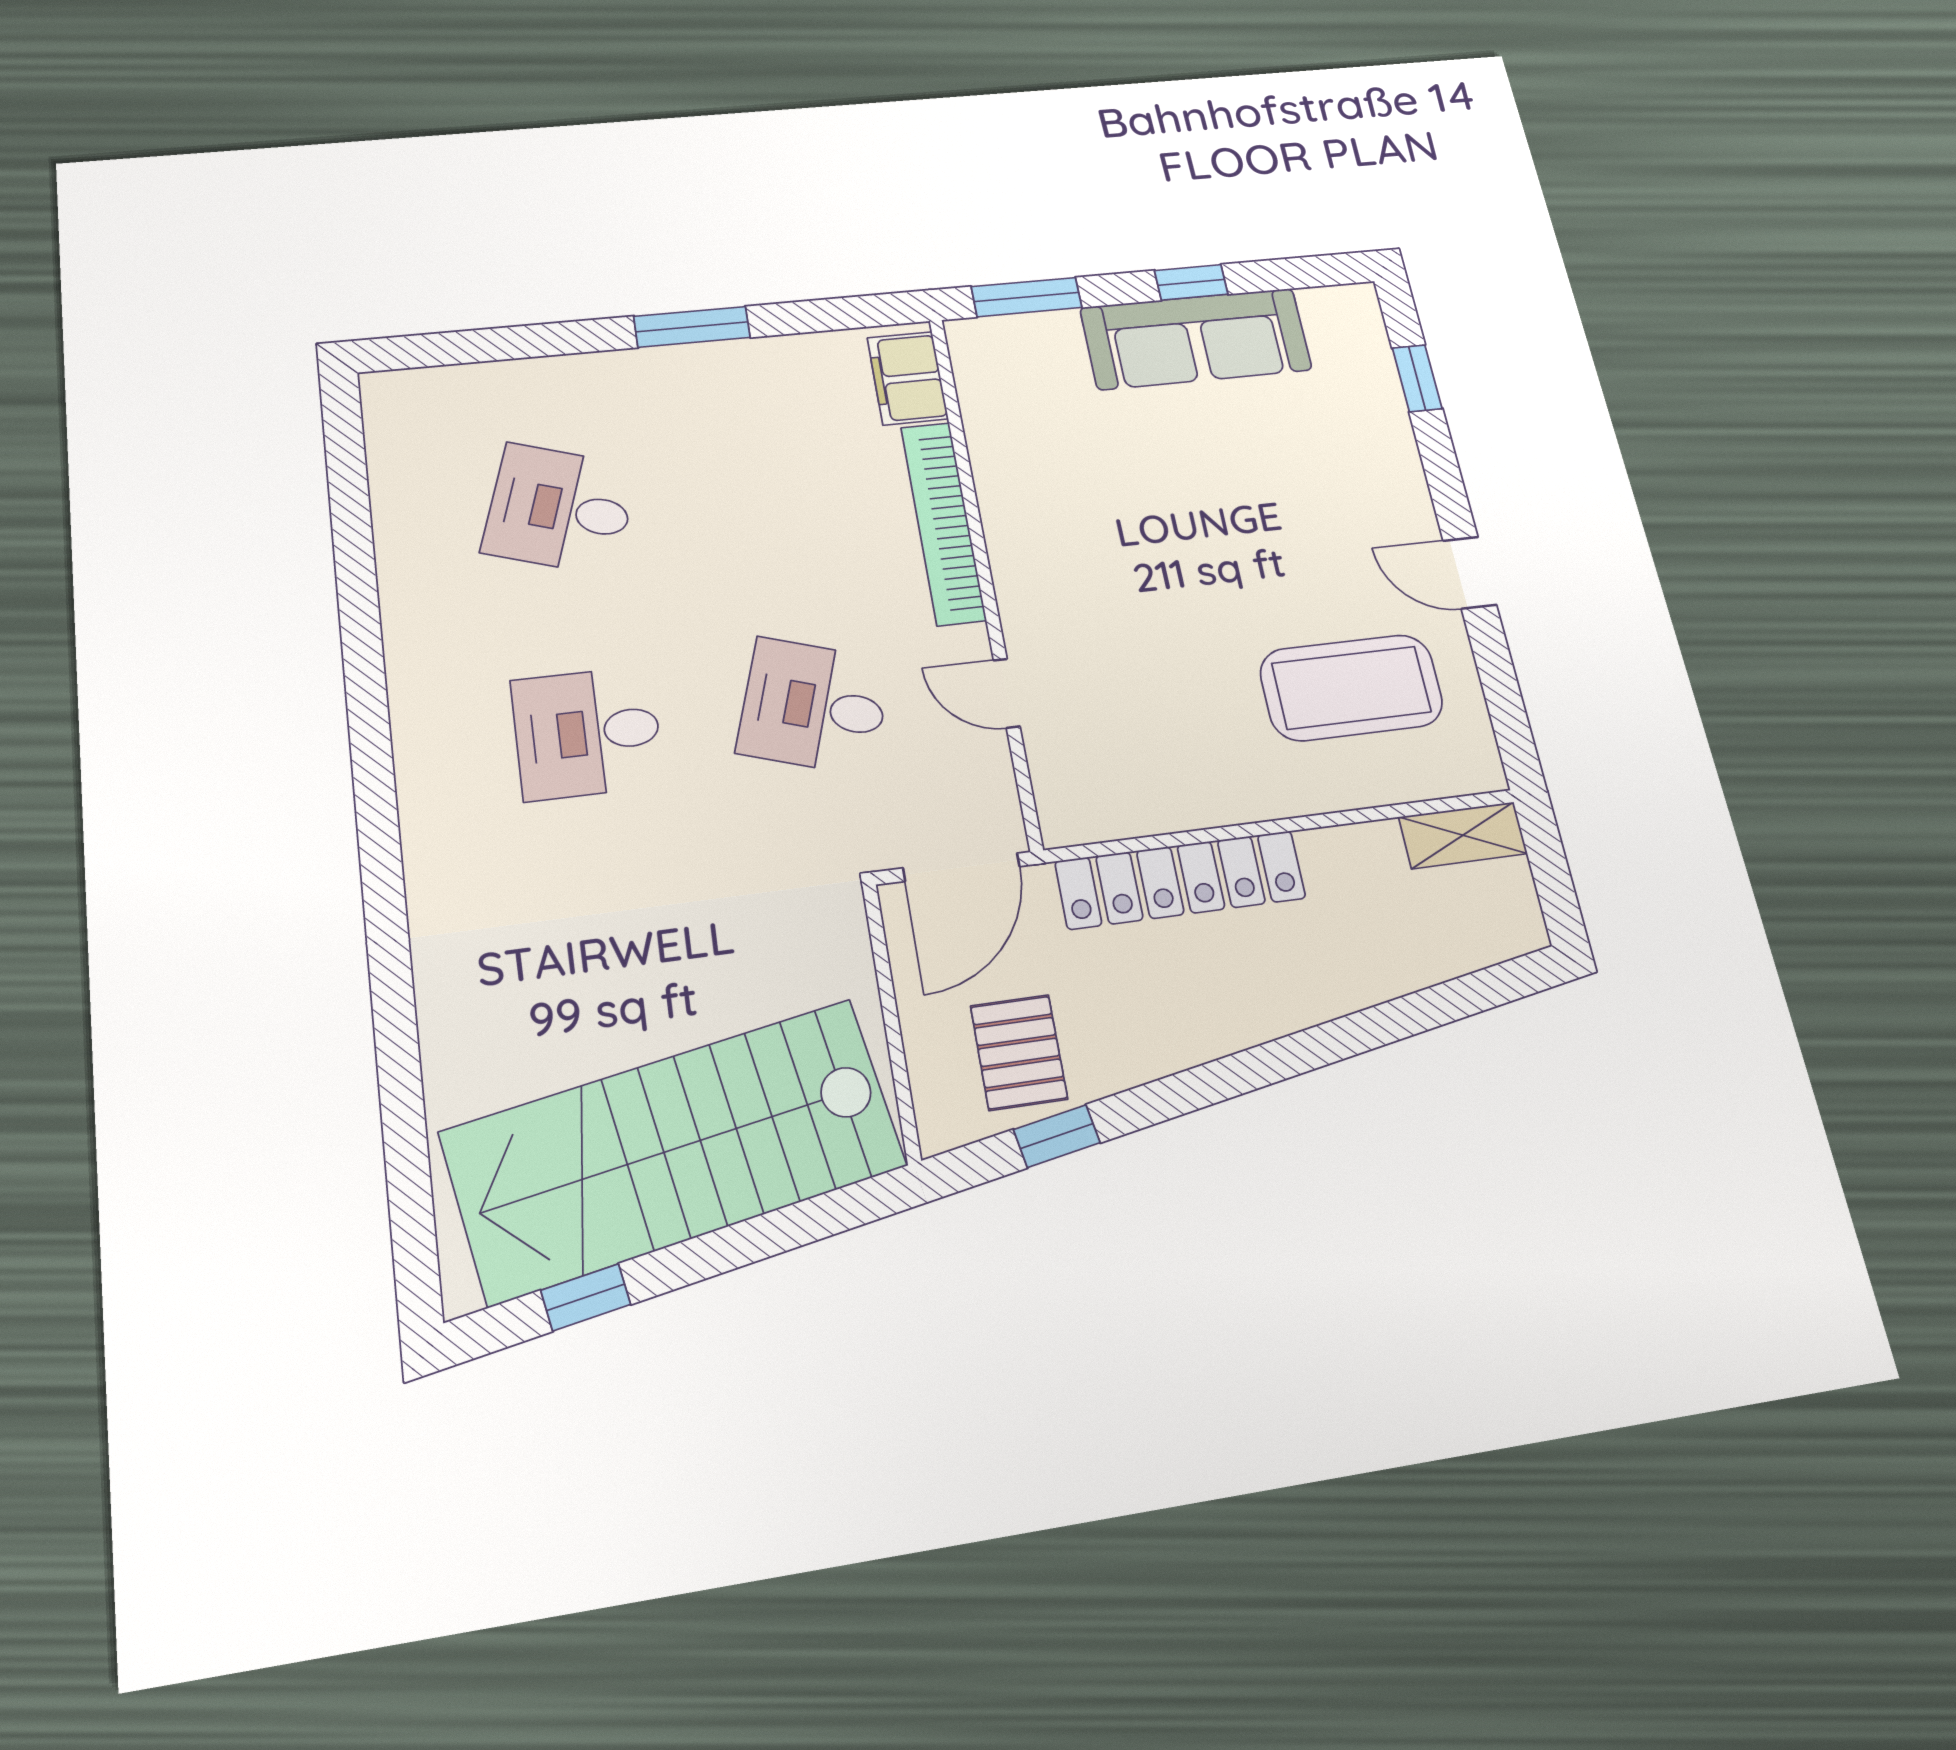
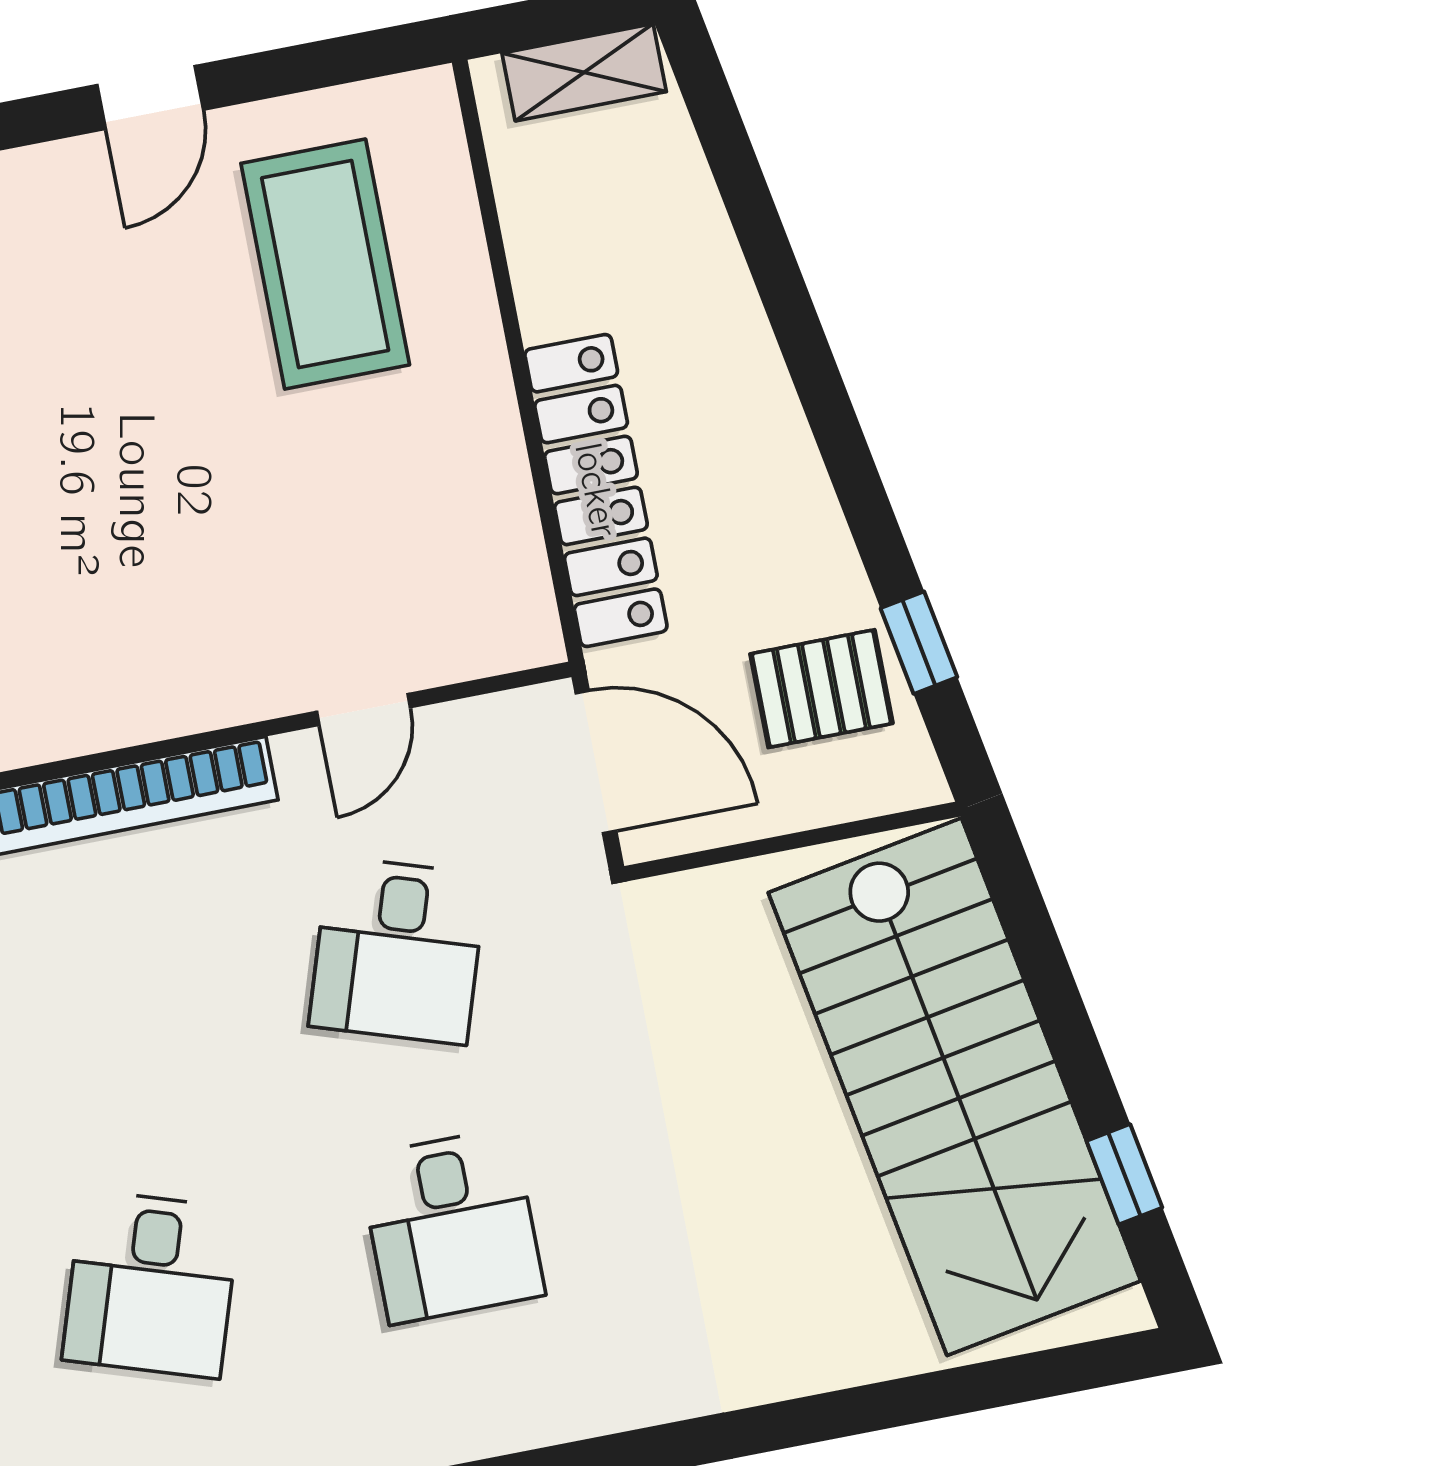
shelving: (1463, 835) -> (584, 72), moved, turned 90

